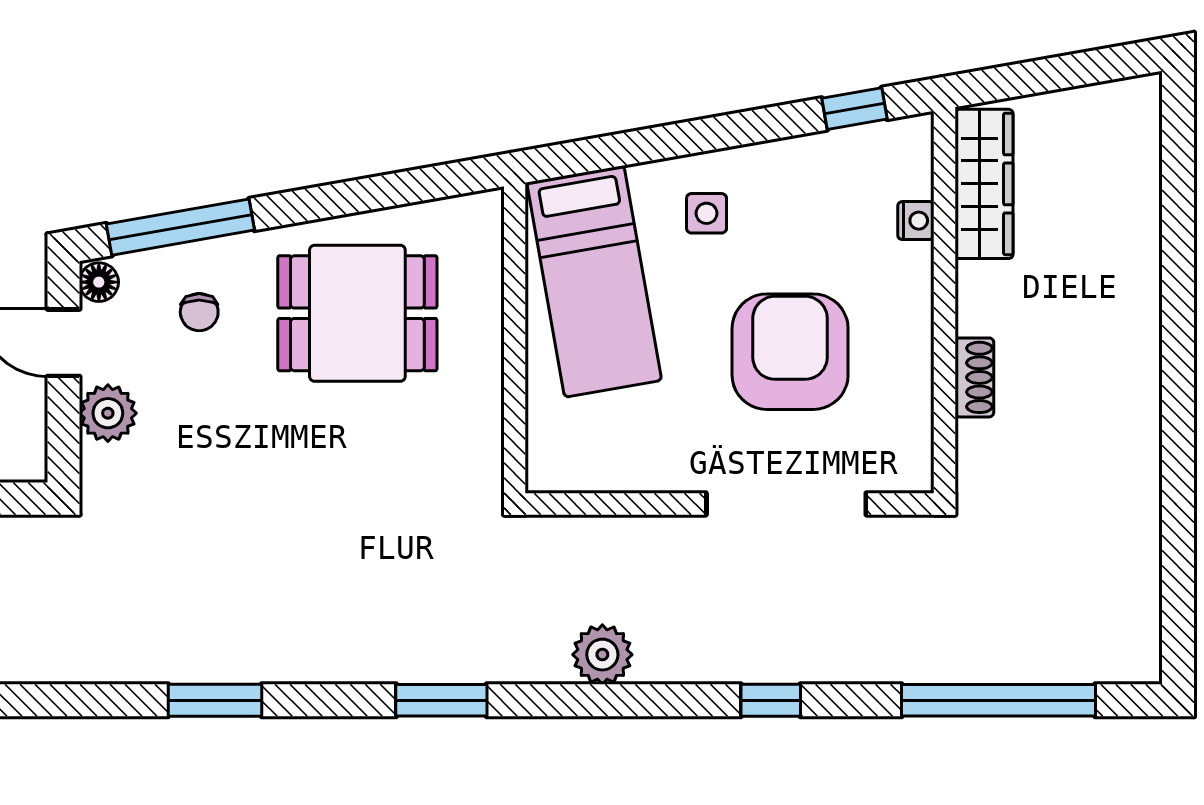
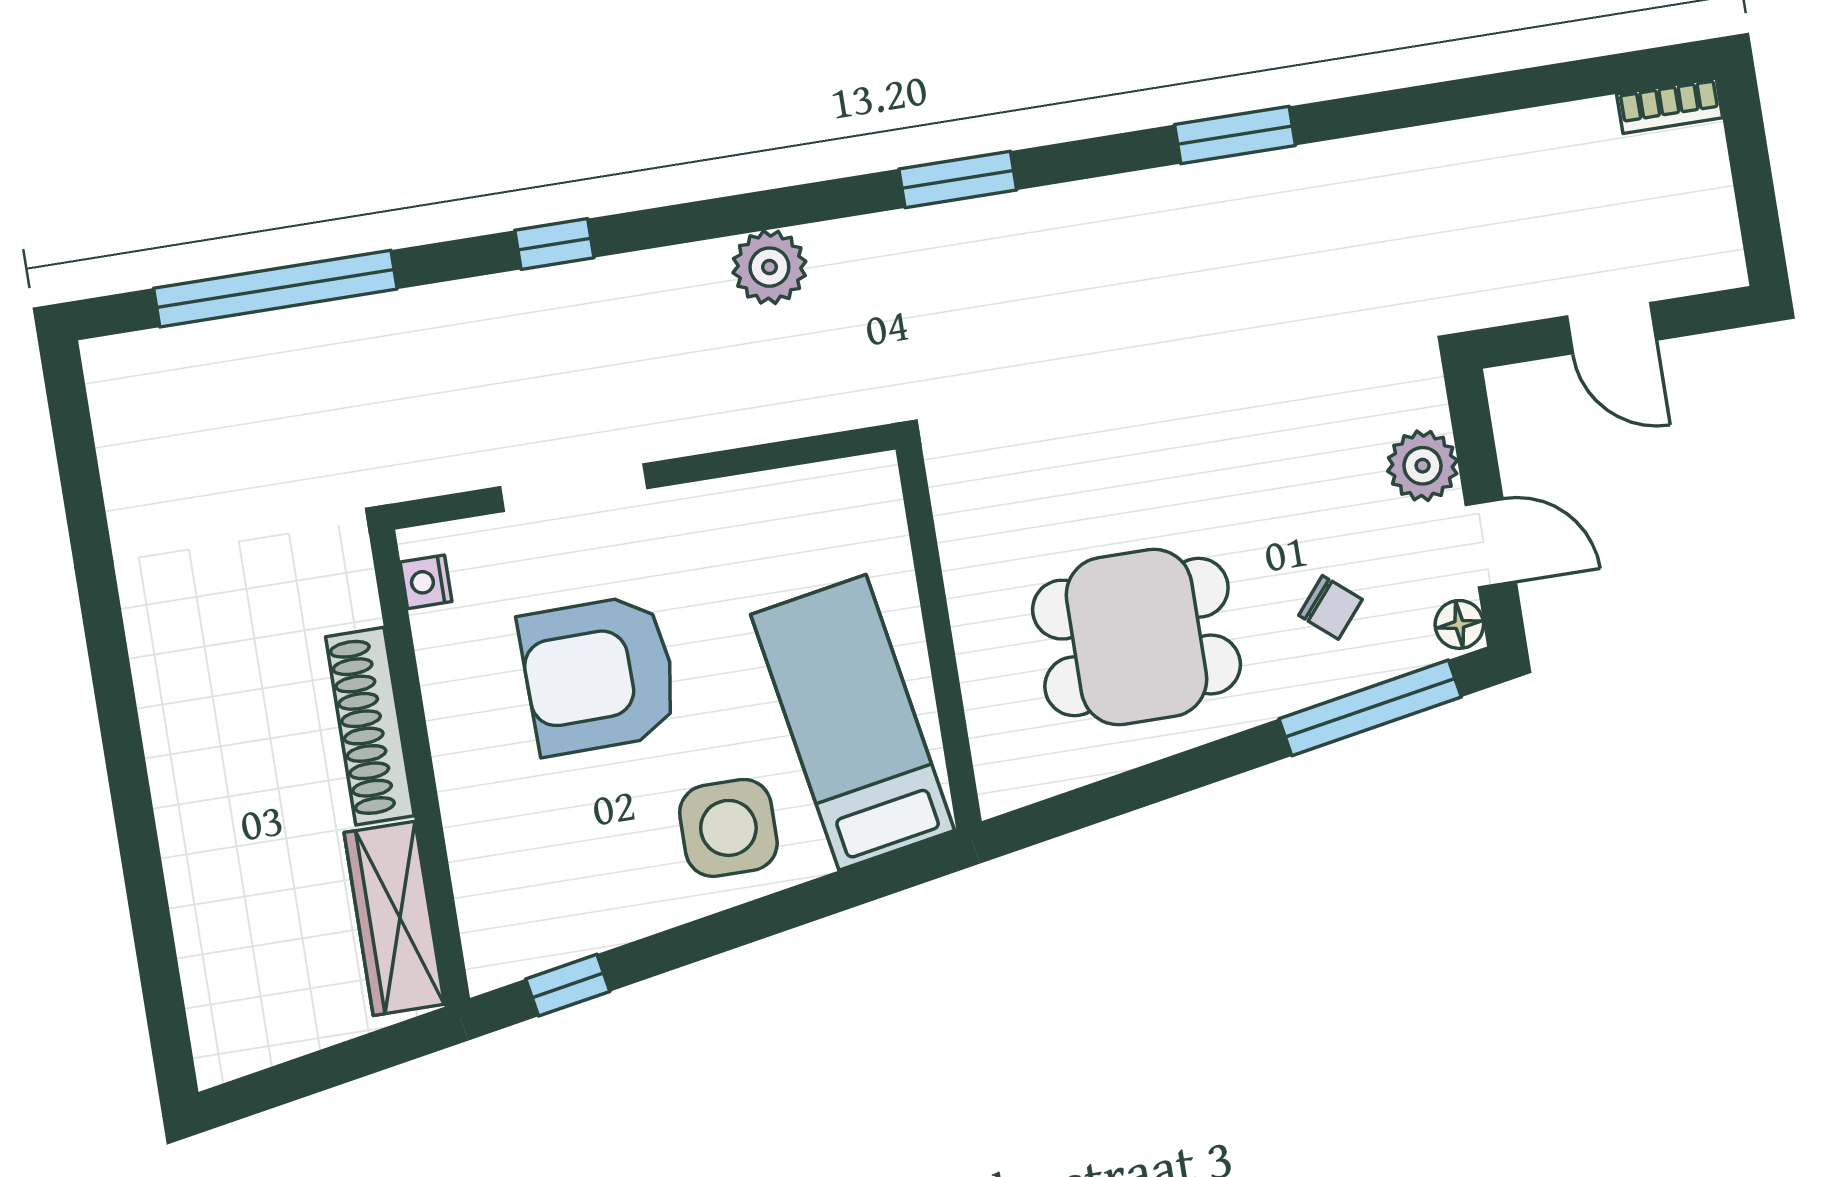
side table: (707, 213) -> (728, 828), width x1.87, depth x1.87
nightstand: (916, 221) -> (426, 582), moved
chair: (199, 312) -> (1330, 607), turned 130
armchair: (790, 352) -> (599, 675), turned 89
shoe rack: (974, 377) -> (370, 726), width x1.94, depth x1.24
doorway: (786, 504) -> (574, 488), width x0.73

